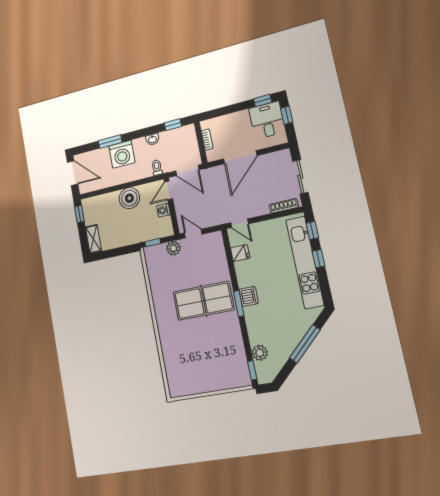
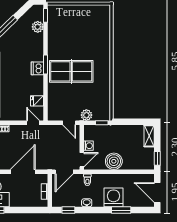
door: (187, 170) -> (64, 172), swing flipped

